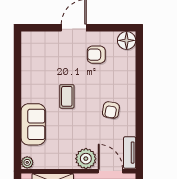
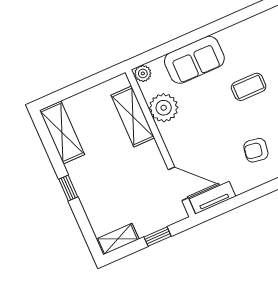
plant: (86, 159) -> (164, 108), moved
door: (110, 171) -> (178, 184), hinge flipped

